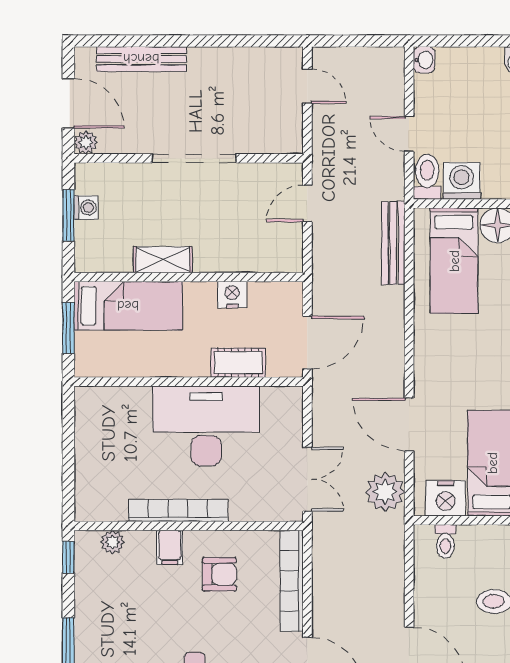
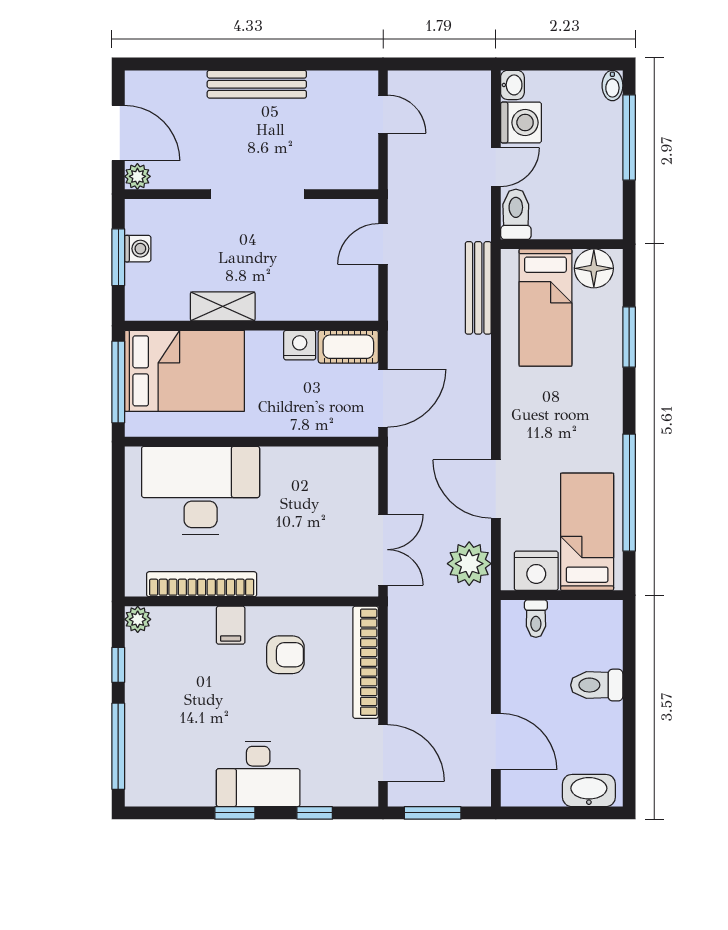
bench: (141, 59) -> (257, 84), moved
door: (409, 134) -> (496, 167), swing flipped
washing machine: (462, 181) -> (521, 123), moved, turned 90
bed: (128, 306) -> (184, 371), width x1.50
window: (68, 328) -> (118, 382), width x1.44
cot: (238, 363) -> (348, 347), moved
desk: (206, 426) -> (201, 491), moved
bookcase: (178, 510) -> (202, 584), moved
plant: (112, 542) -> (138, 619), moved
window: (68, 557) -> (118, 665), moved

